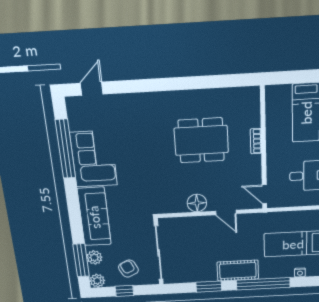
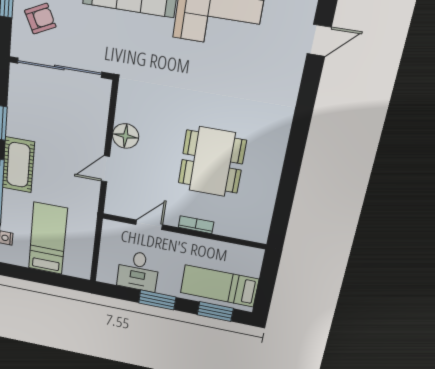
door: (92, 89) -> (319, 40), hinge flipped
door: (264, 194) -> (149, 225), moved

